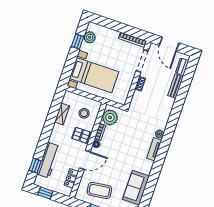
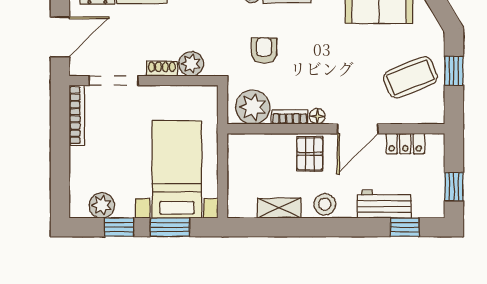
window: (70, 64) -> (170, 227), added
plant: (138, 97) -> (191, 64), added
stool: (84, 113) -> (325, 204), moved
armchair: (133, 131) -> (264, 51), added
workbench: (48, 160) -> (384, 204), width x0.73
door: (85, 160) -> (358, 129), swing flipped
coffee table: (99, 190) -> (410, 77), turned 76

